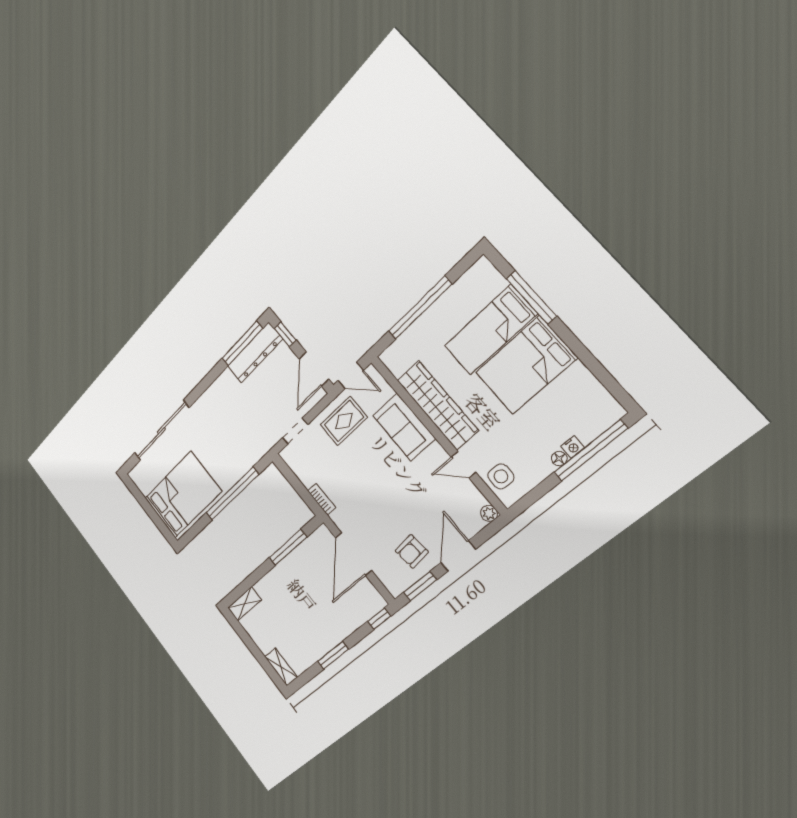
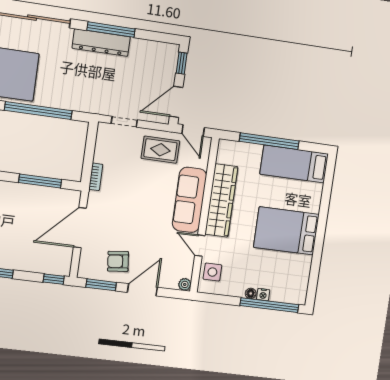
window: (531, 297) -> (325, 202), removed
bed: (490, 330) -> (294, 164), moved
window: (242, 343) -> (111, 30), moved
dresser: (255, 353) -> (101, 43), moved
sofa: (404, 427) -> (189, 200), width x1.36

